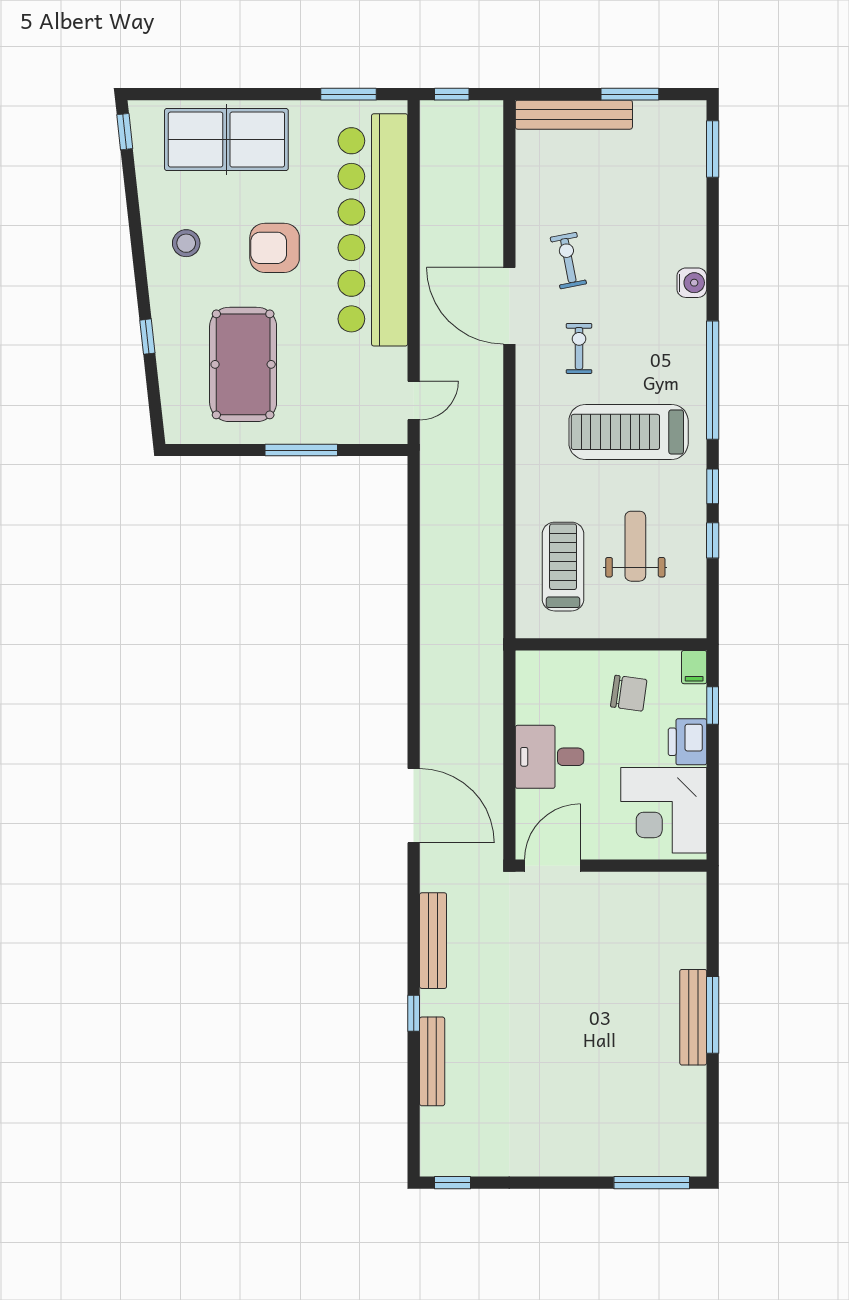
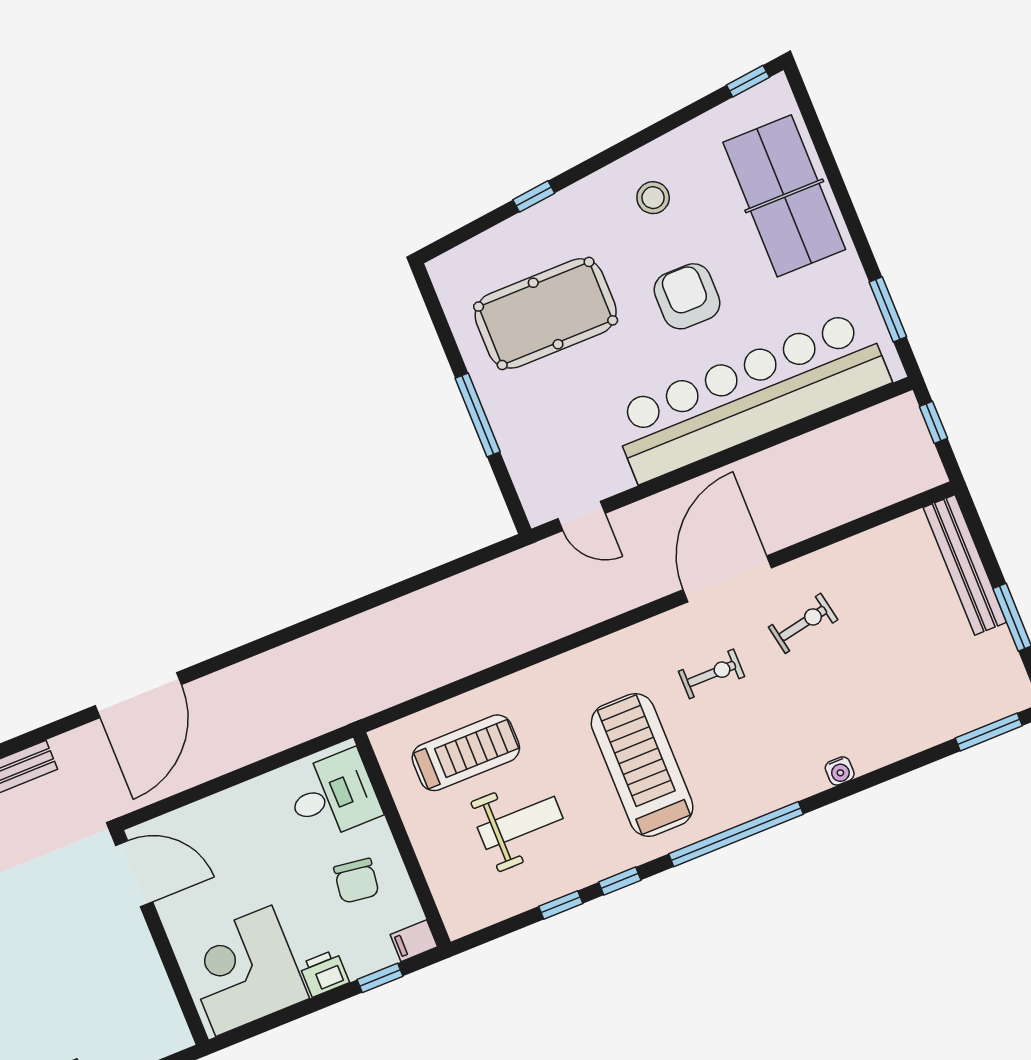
water cooler: (692, 283) -> (840, 771), width x0.72, depth x0.72
printer: (688, 742) -> (324, 973), width x0.73, depth x0.81
desk: (549, 757) -> (333, 795), moved, turned 90

